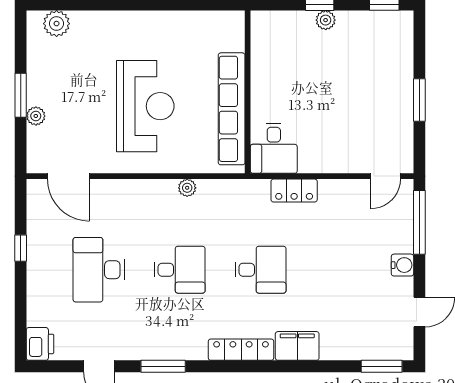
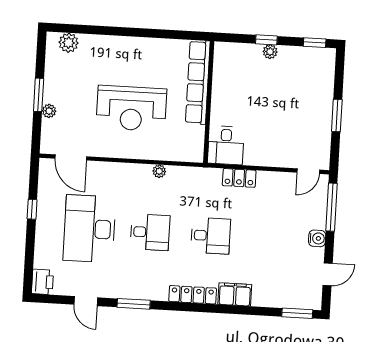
reception desk: (145, 106) -> (131, 108), turned 90
row of seats: (232, 109) -> (198, 82), moved
desk: (99, 270) -> (89, 229), width x1.36, depth x1.30

